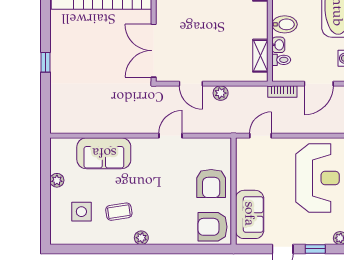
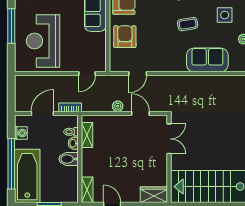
double door: (154, 51) -> (169, 139), width x0.73
door: (170, 136) -> (138, 73), moved
coffee table: (119, 212) -> (188, 24), moved

